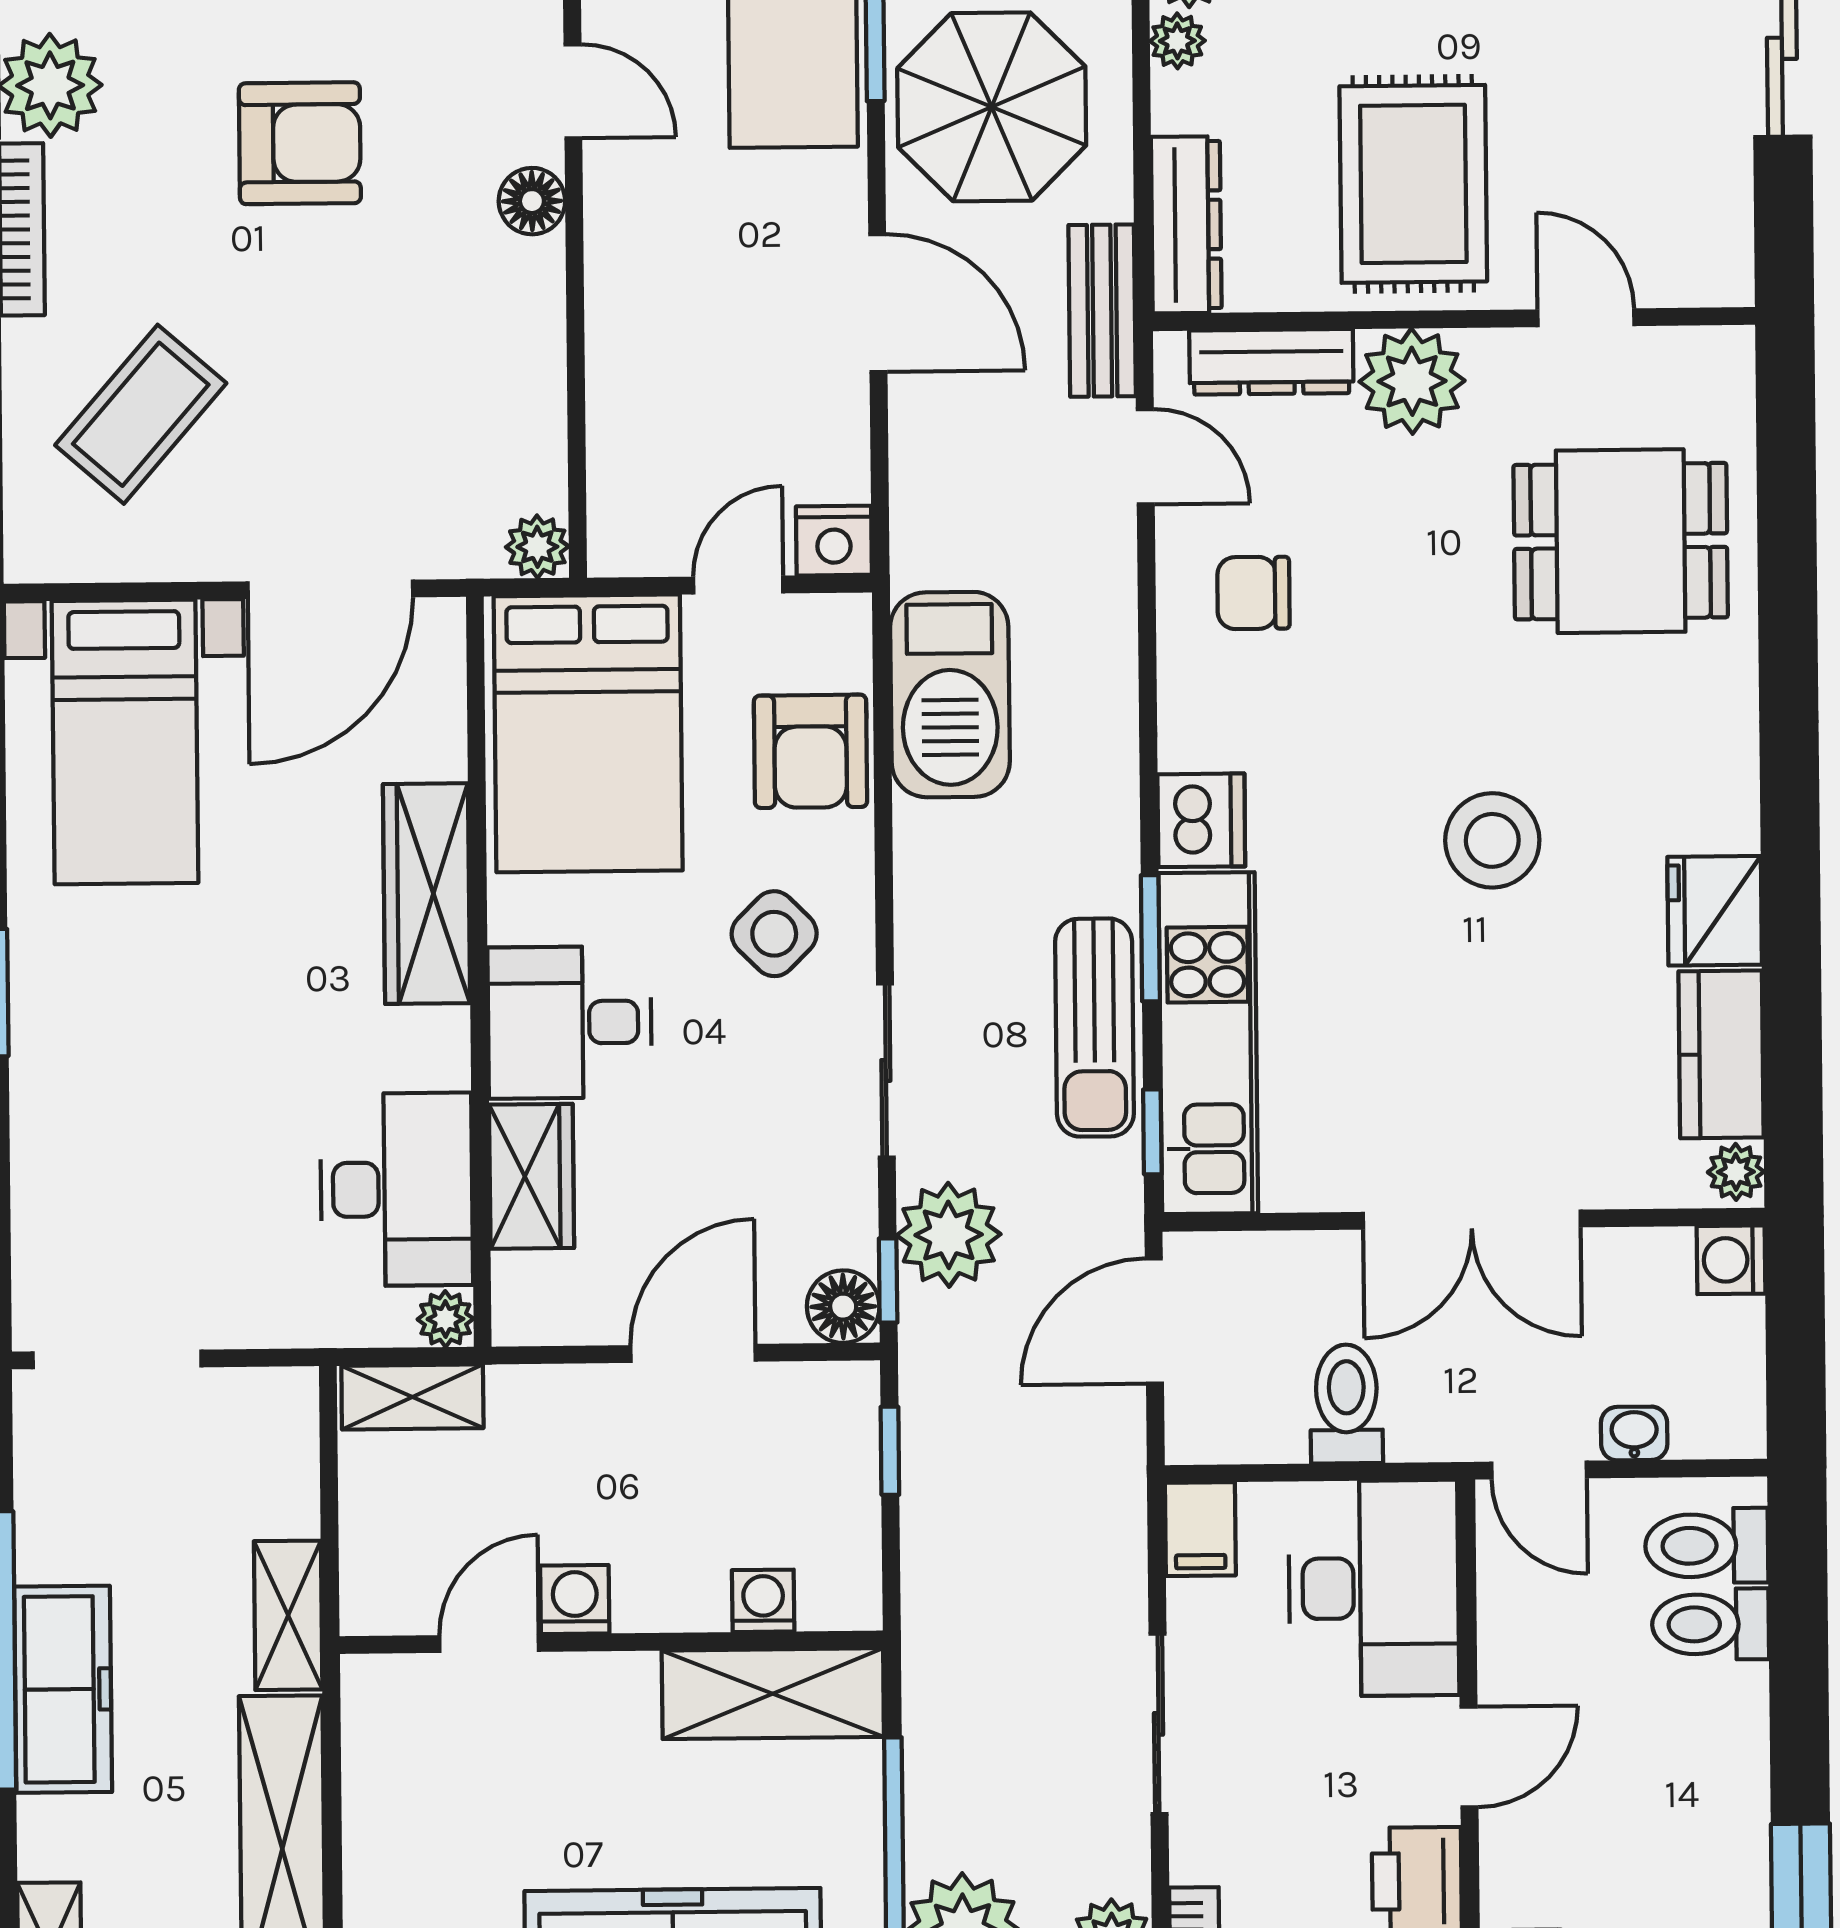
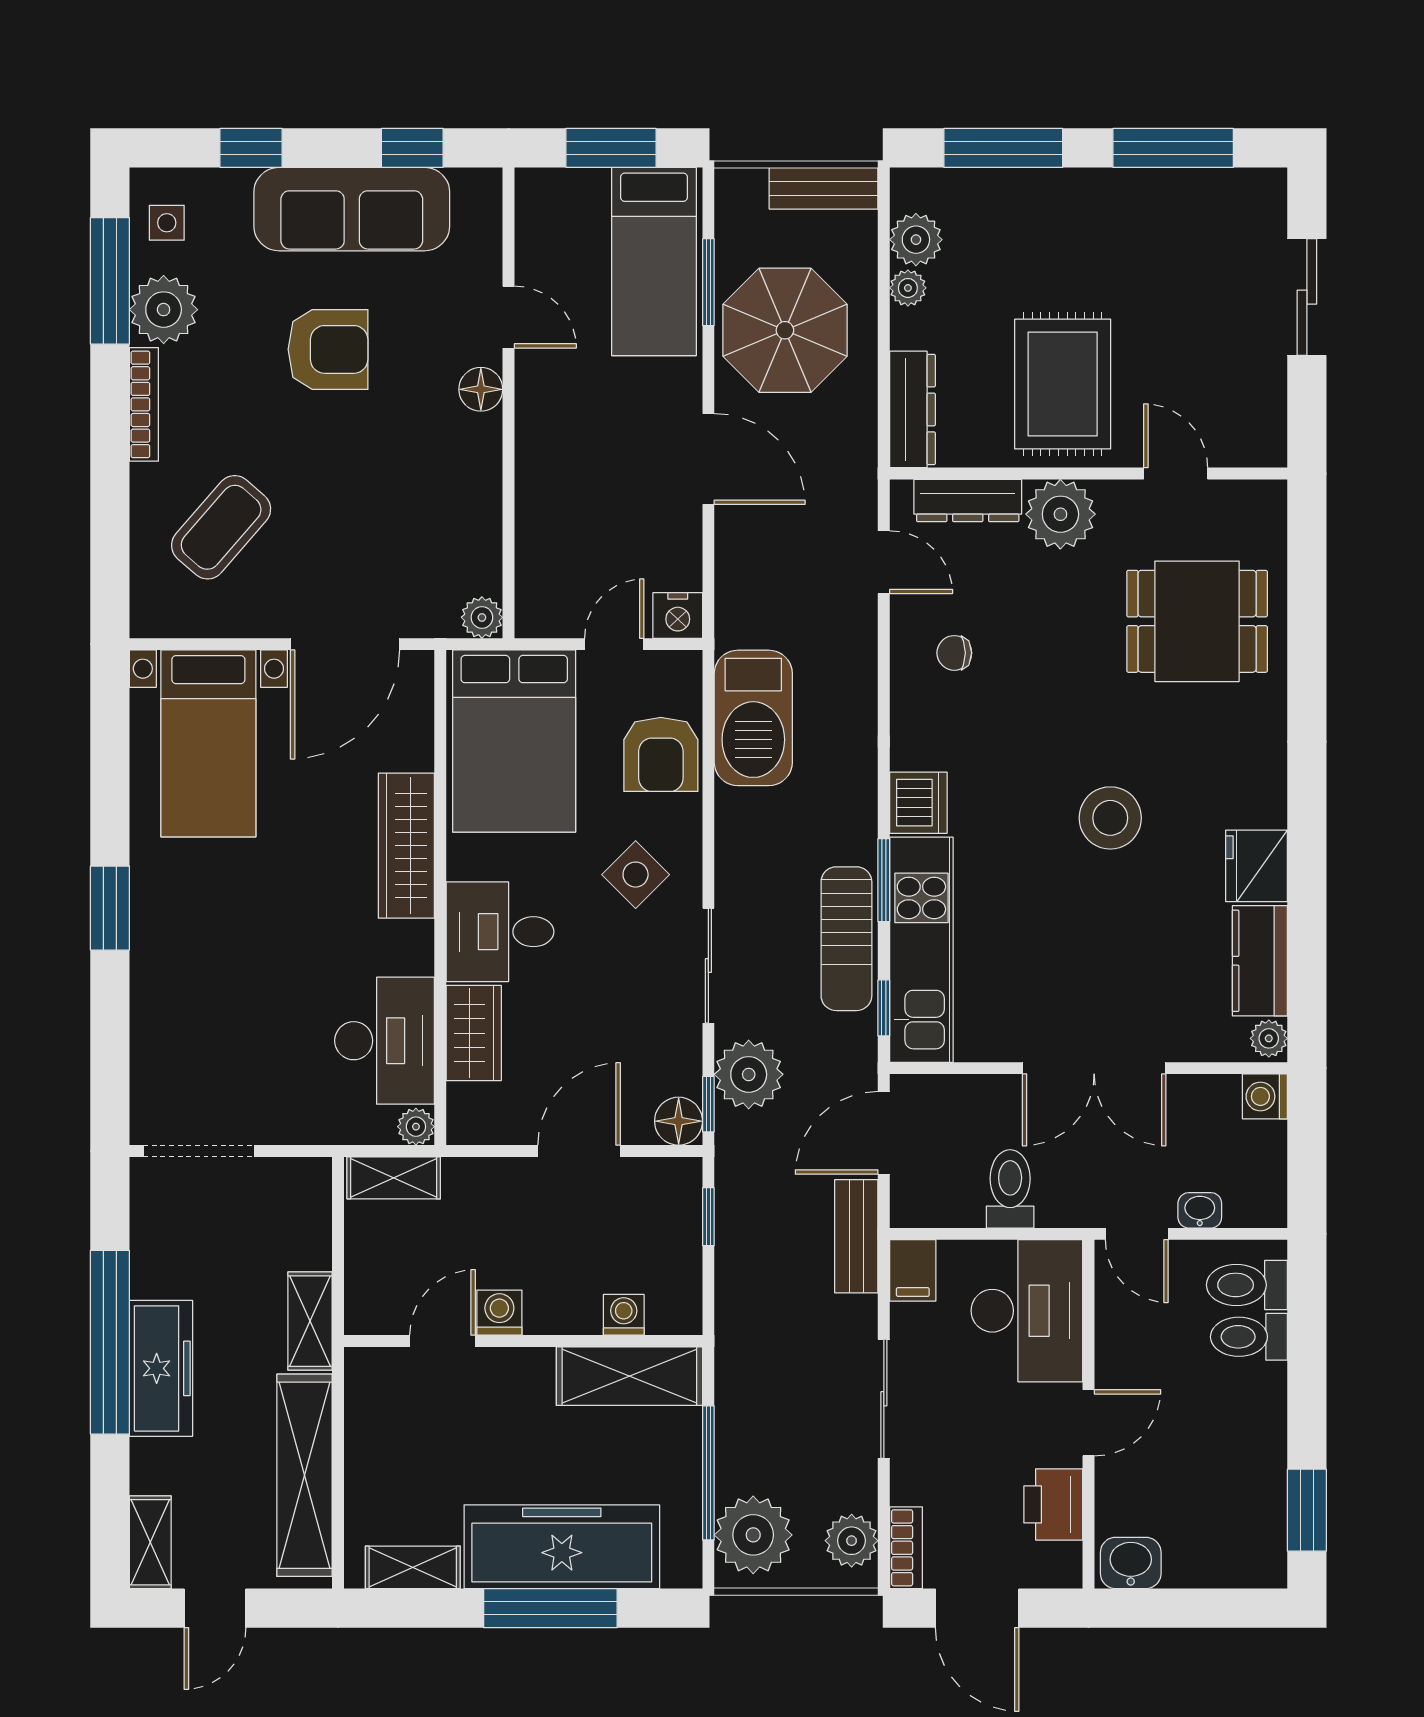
bench: (1102, 311) -> (856, 1236), moved
chair: (1253, 593) -> (954, 653), width x0.73, depth x0.73

